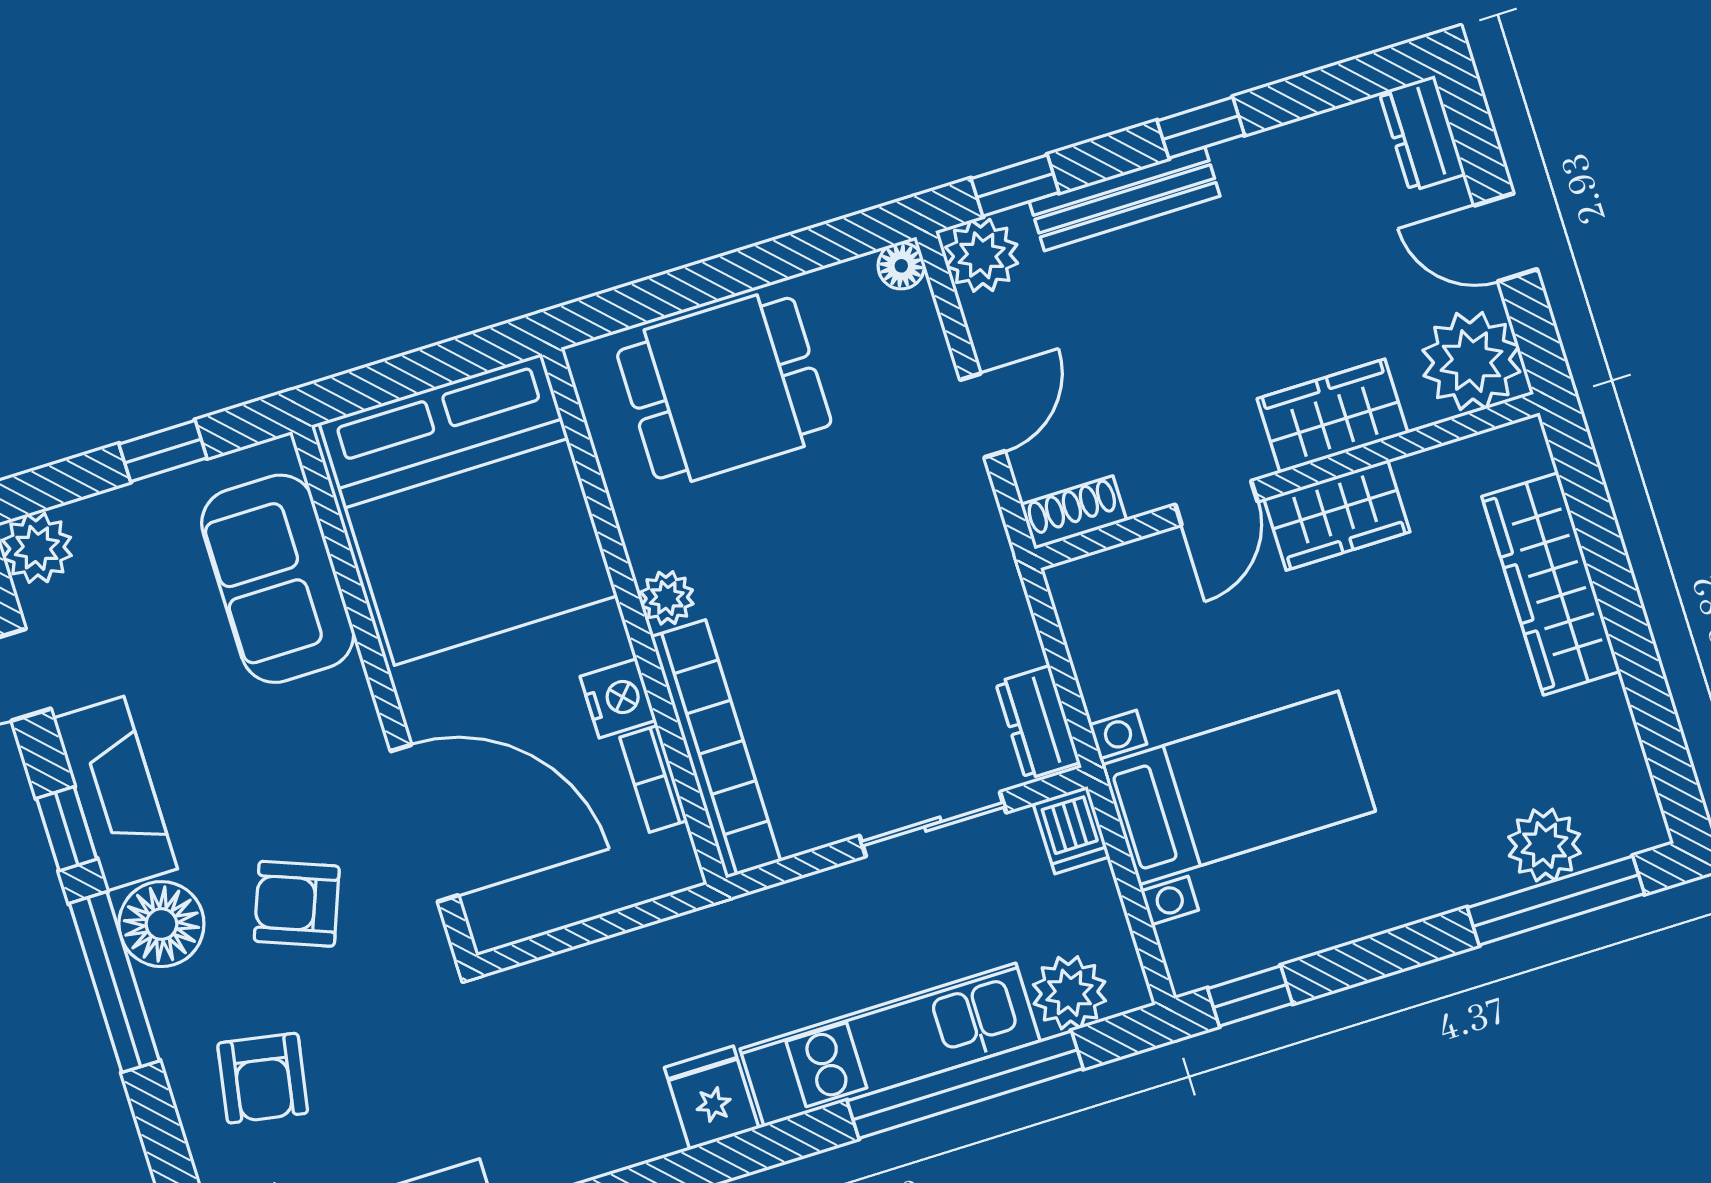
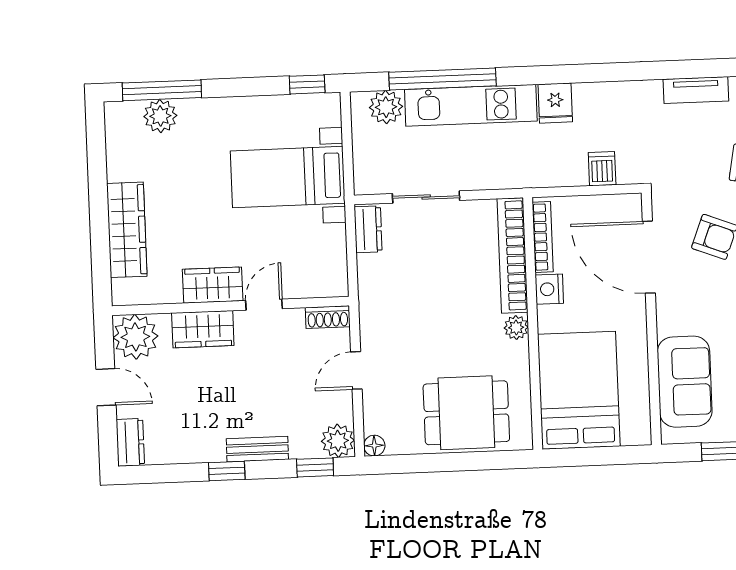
bench: (1125, 199) -> (257, 449), width x0.73
bed: (468, 509) -> (579, 390), width x0.73
bookcase: (654, 779) -> (543, 237), width x1.56
dishwasher: (1071, 830) -> (602, 169), moved

